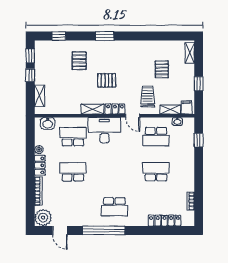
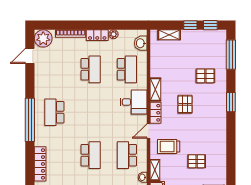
window: (59, 36) -> (231, 55), width x2.17
trolley: (148, 96) -> (169, 147), turned 180
desk: (105, 130) -> (134, 102), width x0.73
window: (104, 230) -> (30, 120), moved

